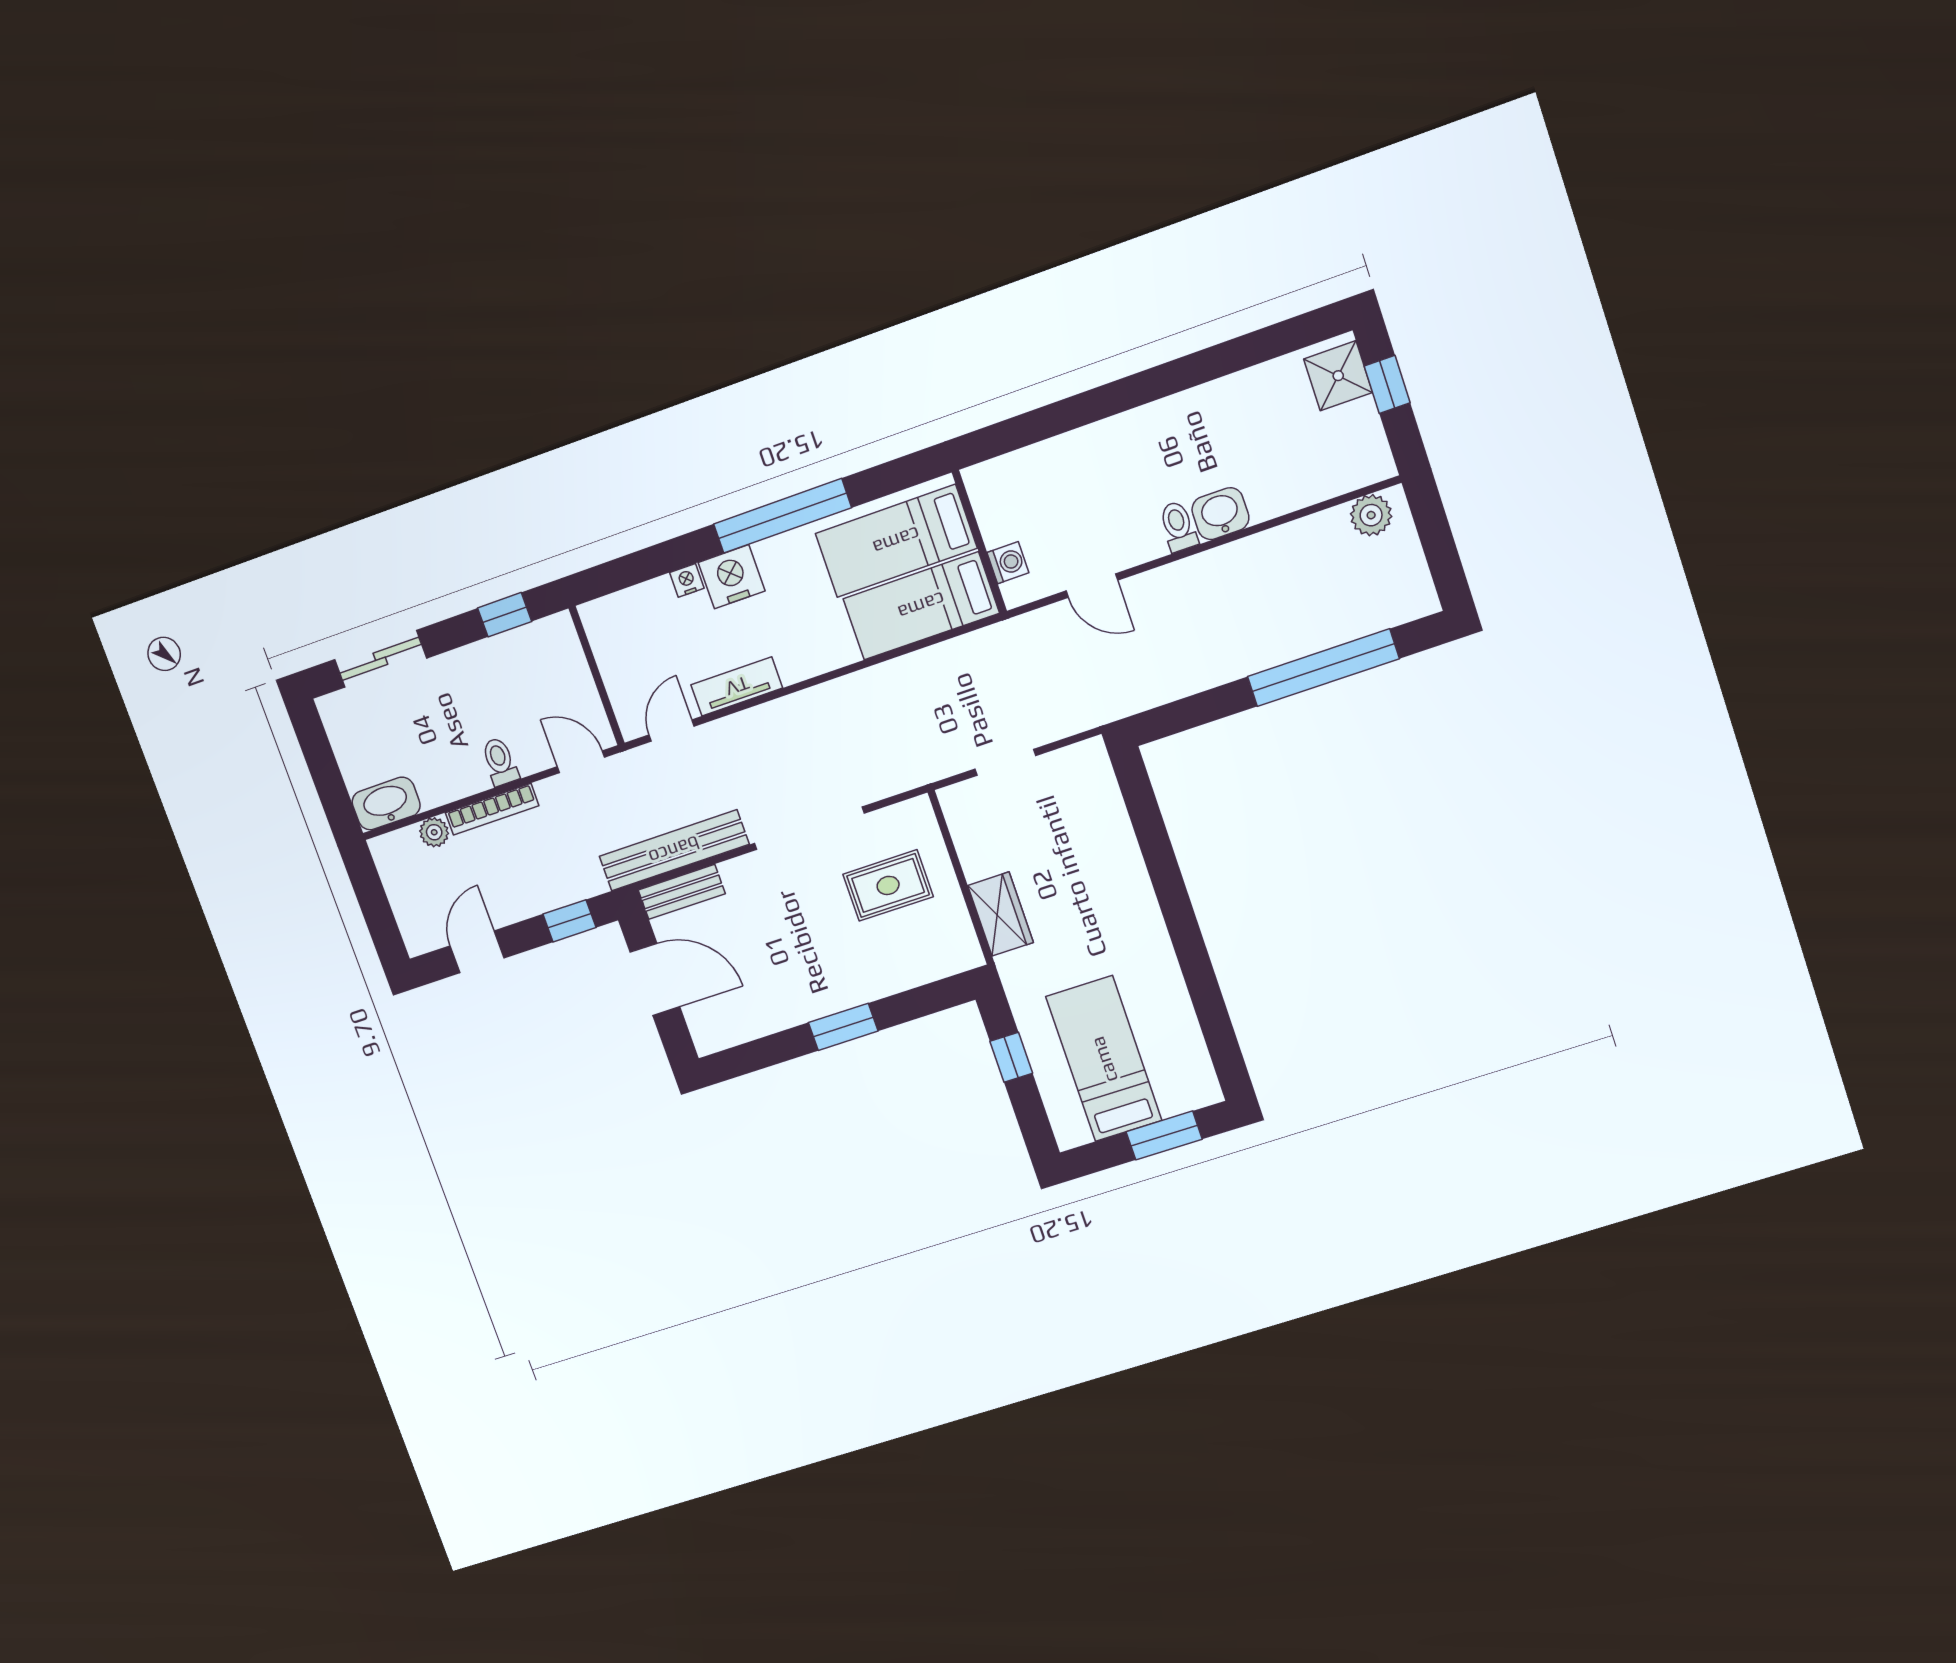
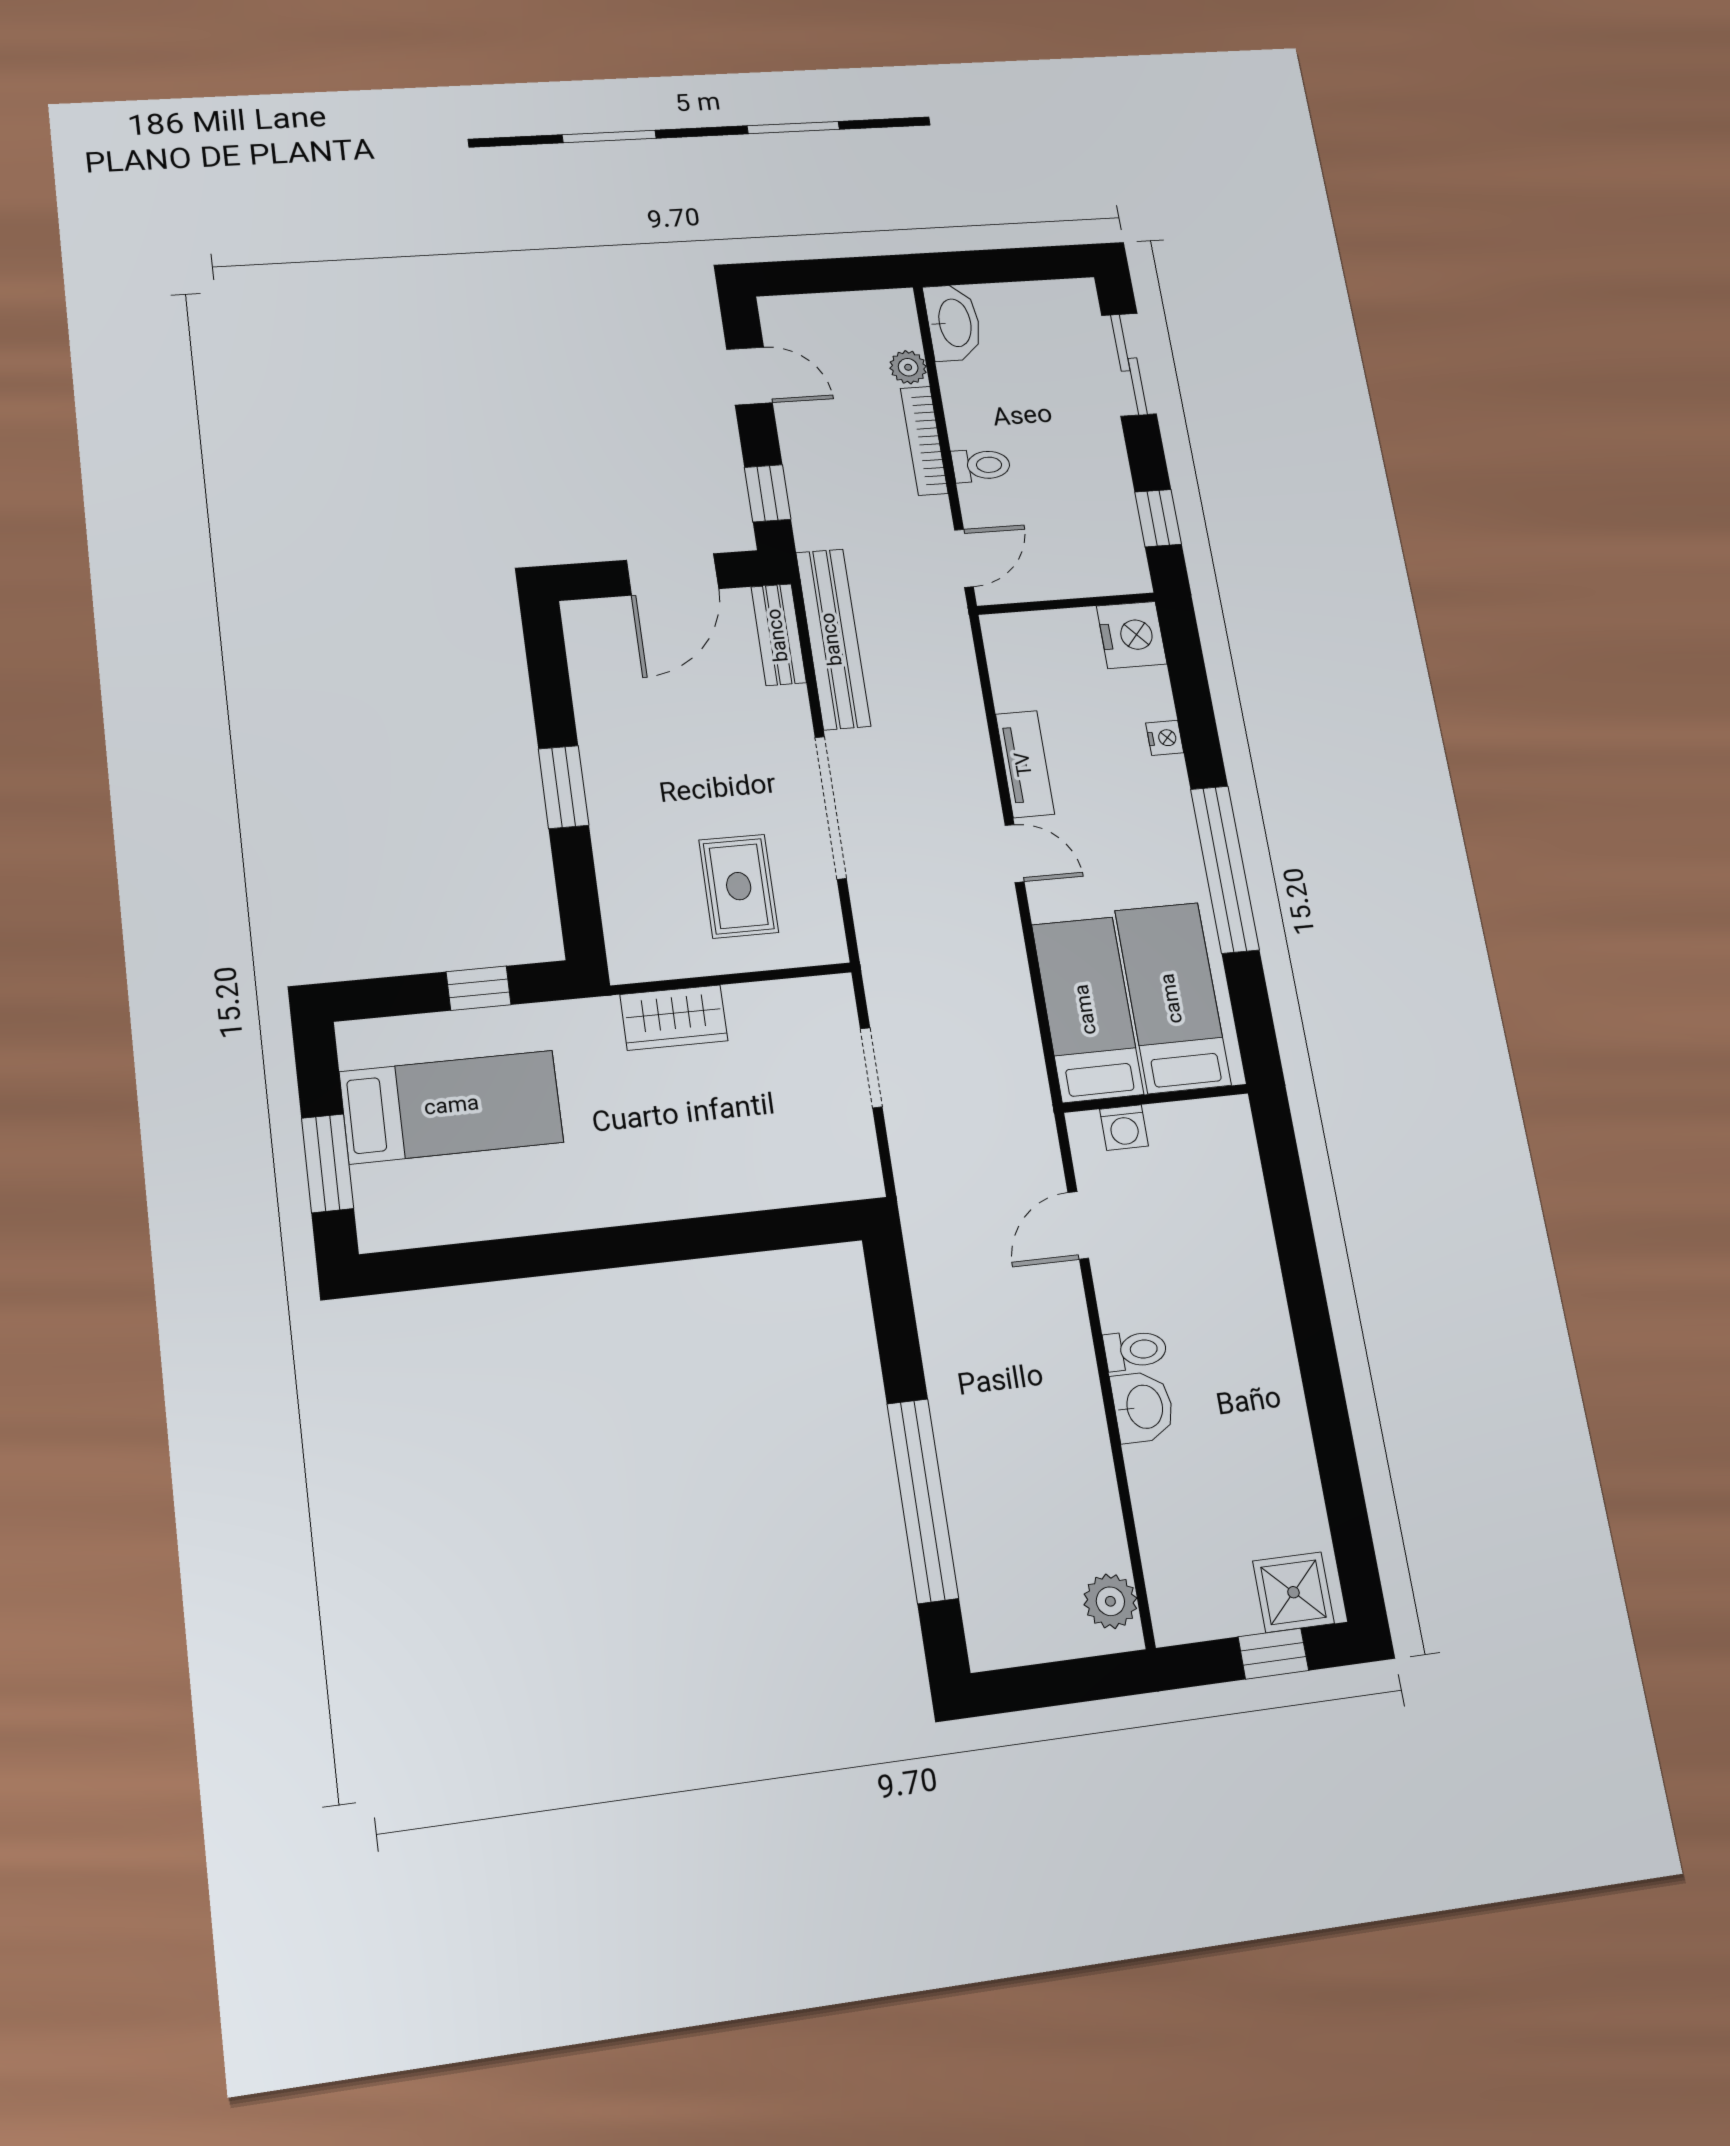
nightstand: (732, 577) -> (1132, 635), moved
door: (672, 731) -> (1015, 854), moved

